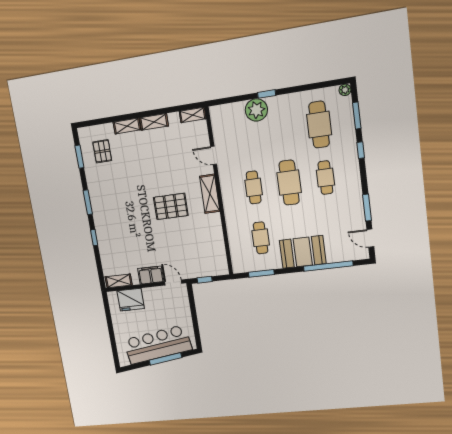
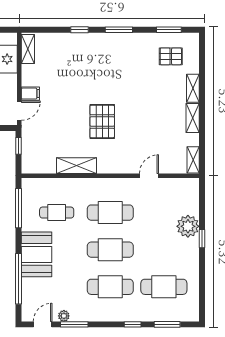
plant: (345, 90) -> (64, 316), moved
cafe table: (325, 178) -> (110, 287), width x1.37, depth x1.35
cafe table: (254, 187) -> (110, 213), width x1.37, depth x1.35
shelving: (210, 194) -> (77, 166), moved
window: (261, 273) -> (19, 208), width x1.44
filing cabinet: (151, 275) -> (30, 94), width x0.50

